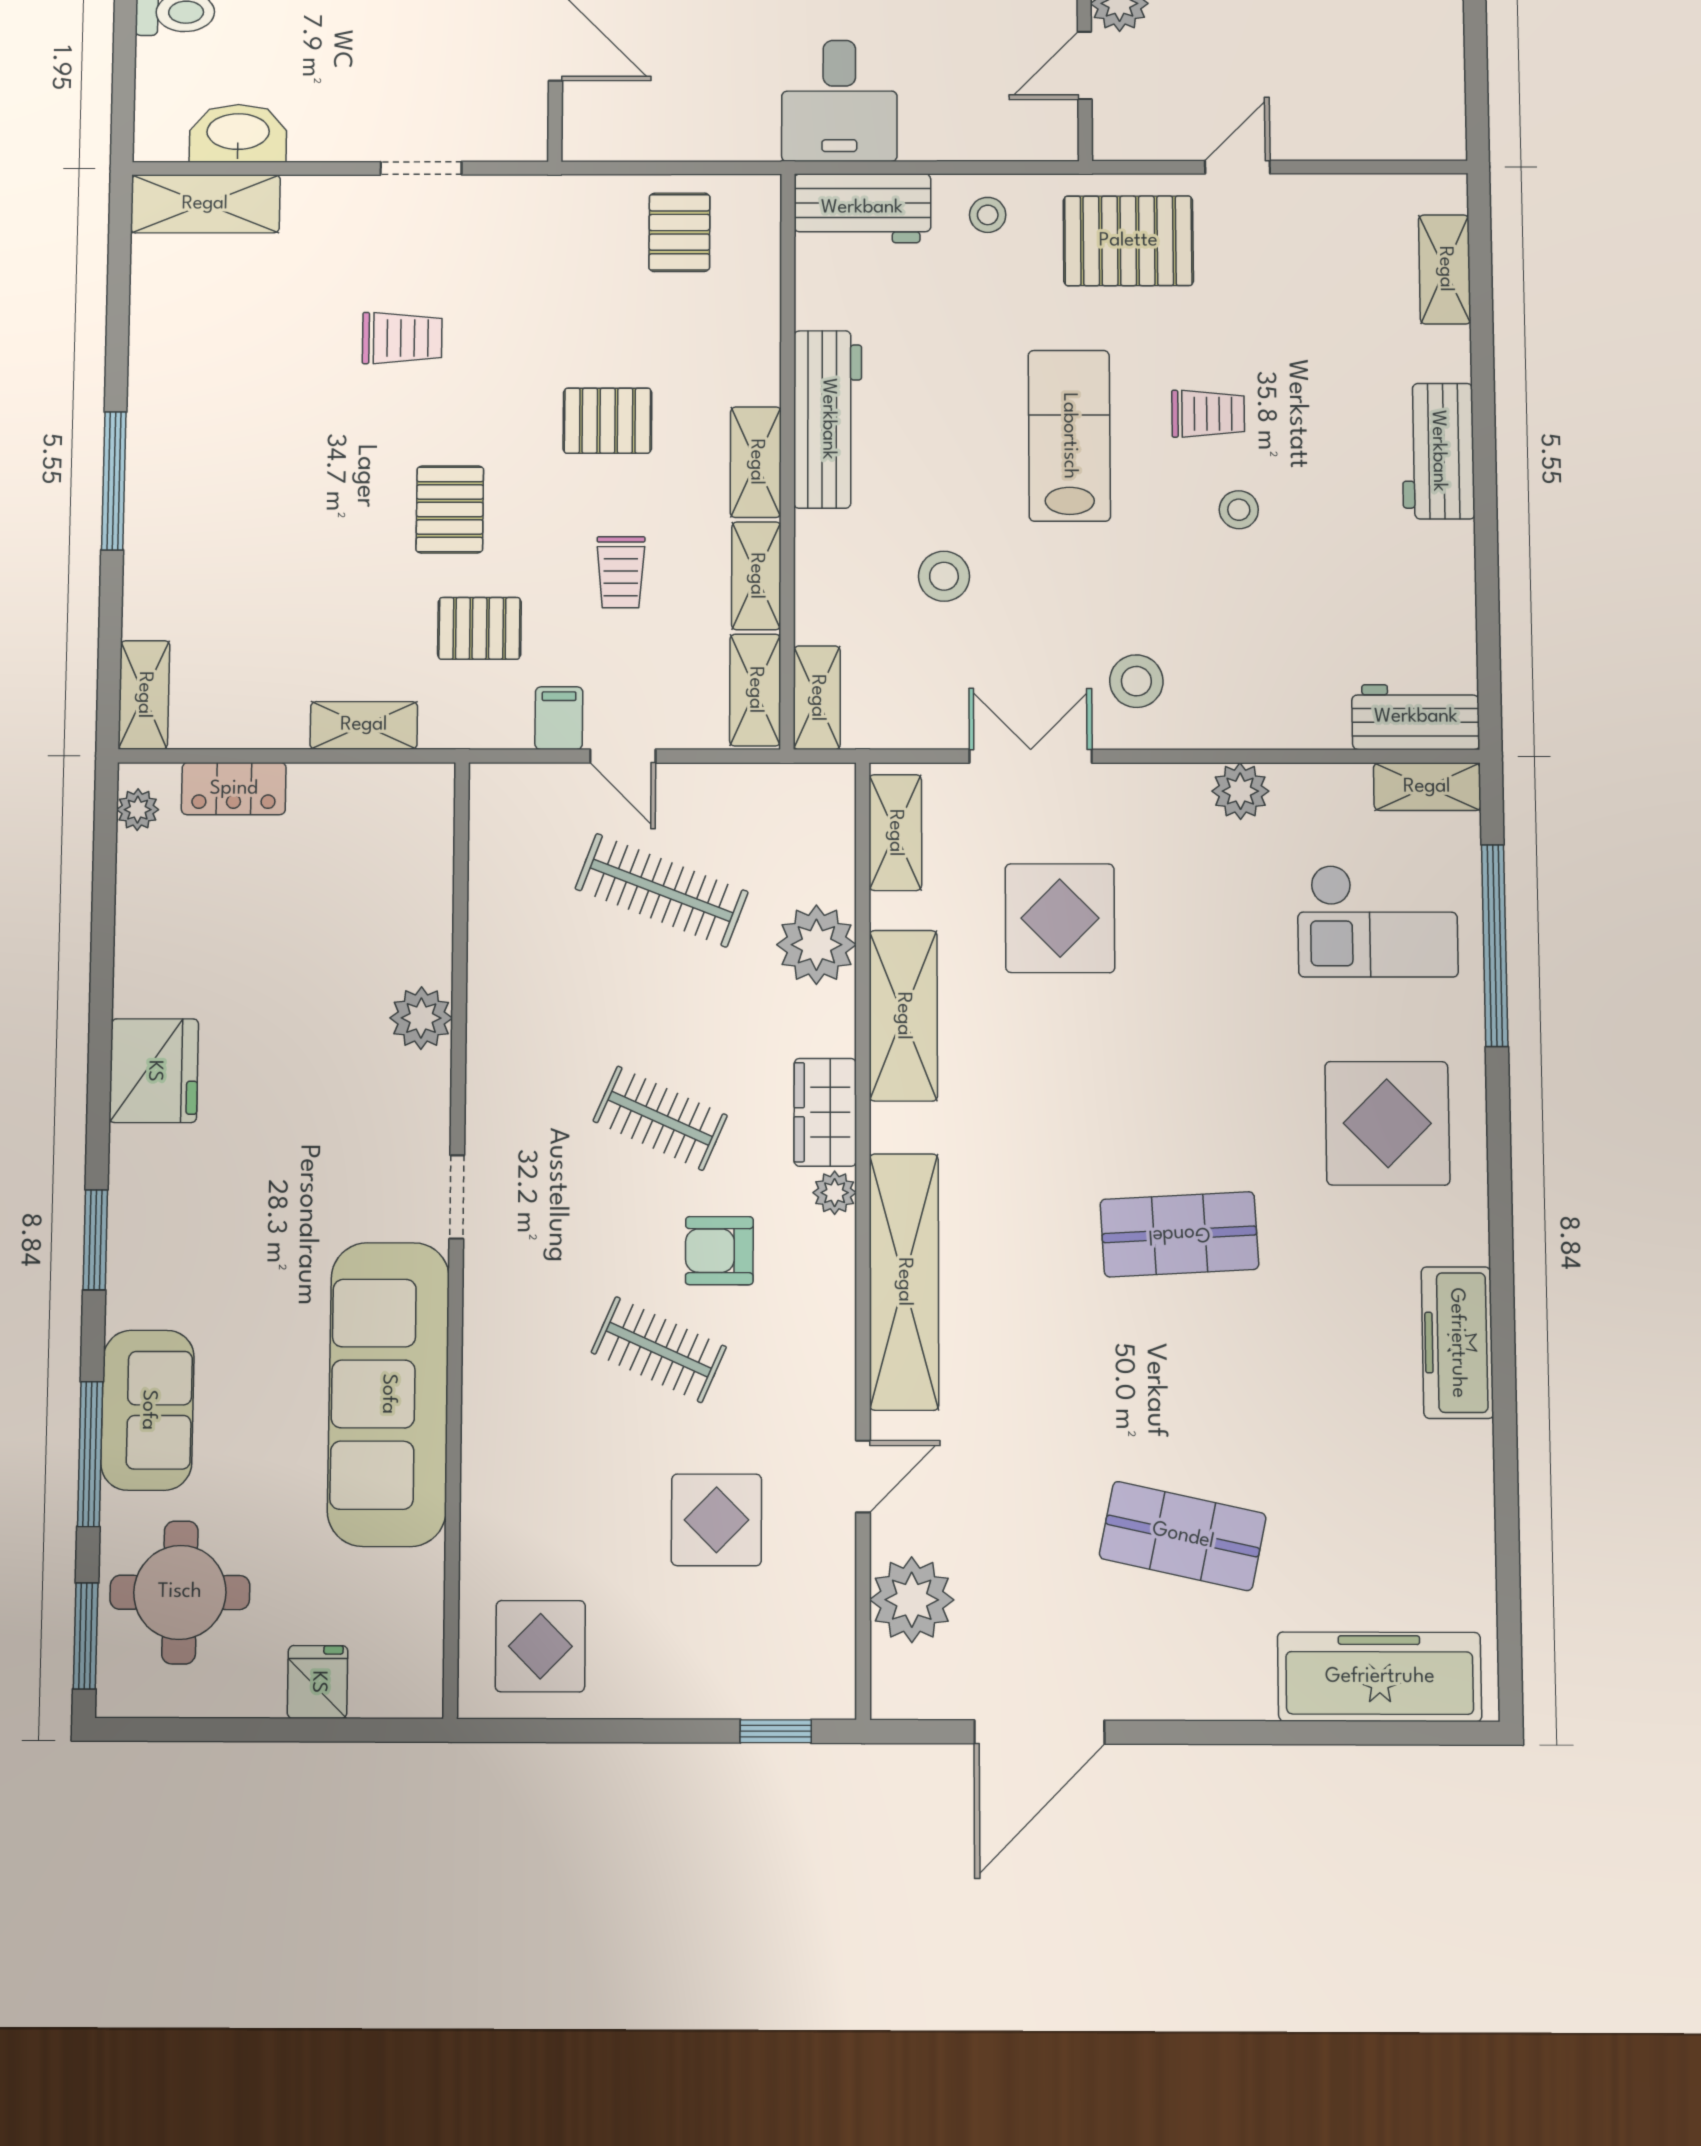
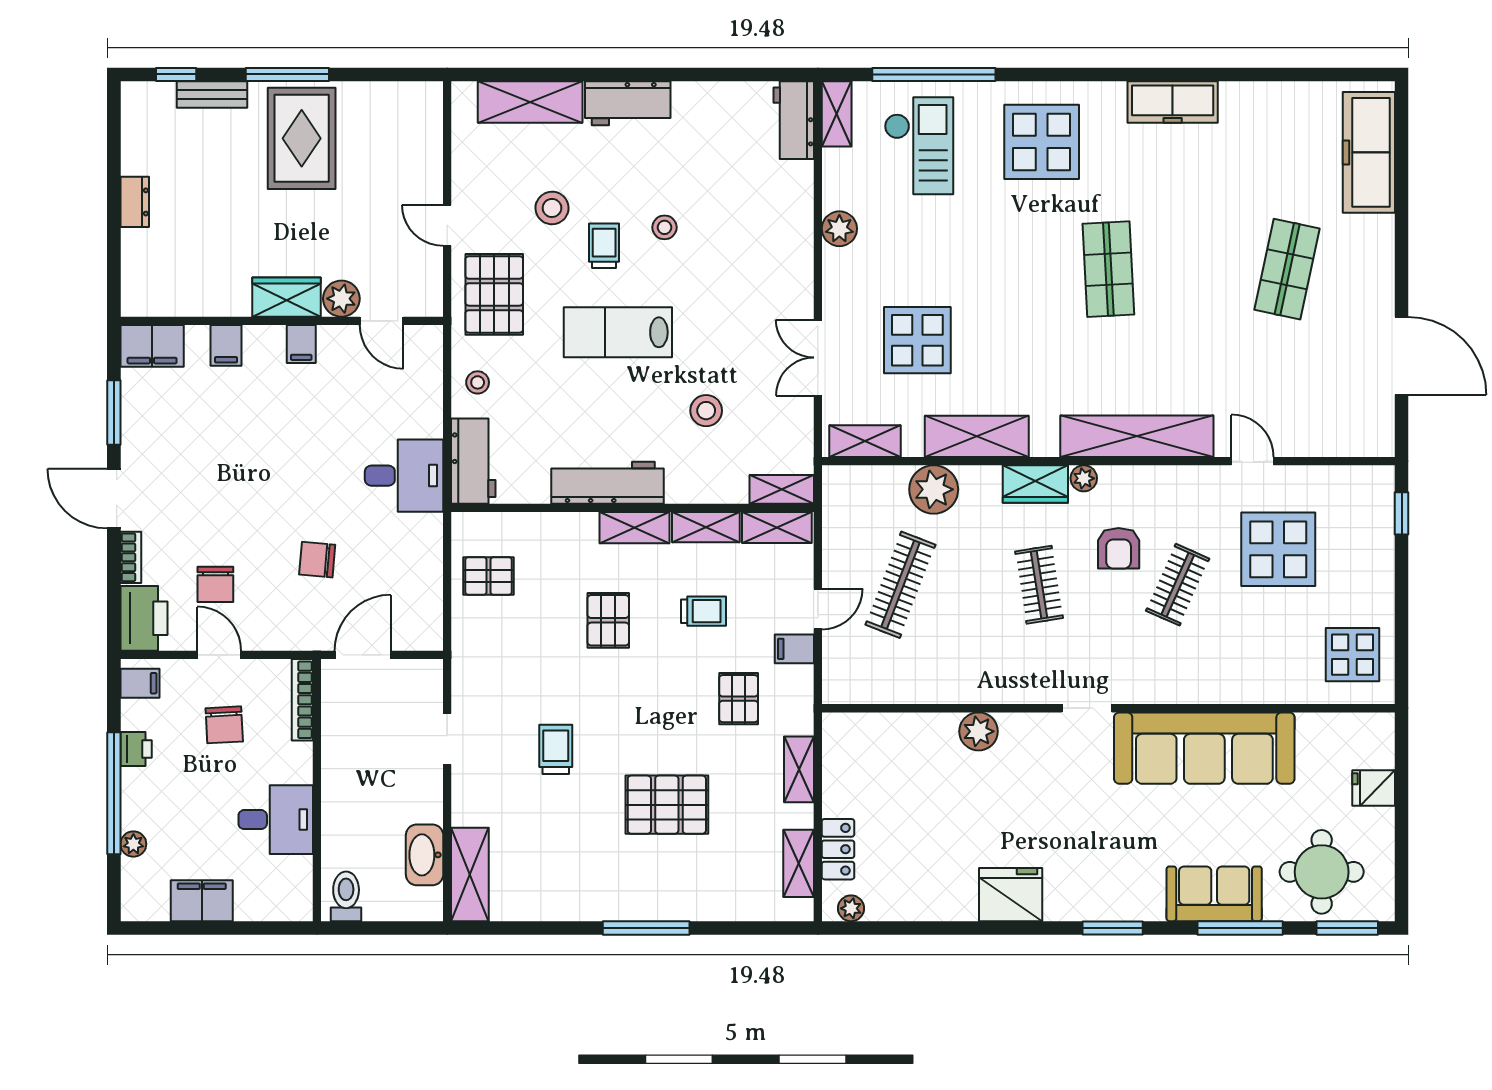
shelving: (1445, 269) -> (530, 102), width x1.50, depth x1.33
pallet: (450, 509) -> (667, 805), moved, width x1.50, depth x1.42
stool: (1136, 681) -> (552, 208), moved
shelving: (144, 695) -> (799, 863), moved, turned 90
clothes rail: (660, 1118) -> (1039, 585), turned -33
display table: (717, 1520) -> (1278, 549), width x1.36, depth x1.36
plant: (912, 1600) -> (1325, 432), removed

